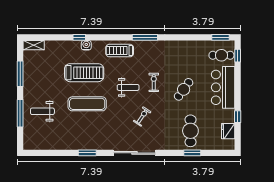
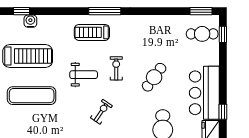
treadmill: (120, 51) -> (92, 32), moved
bar counter: (223, 87) -> (204, 93), moved

